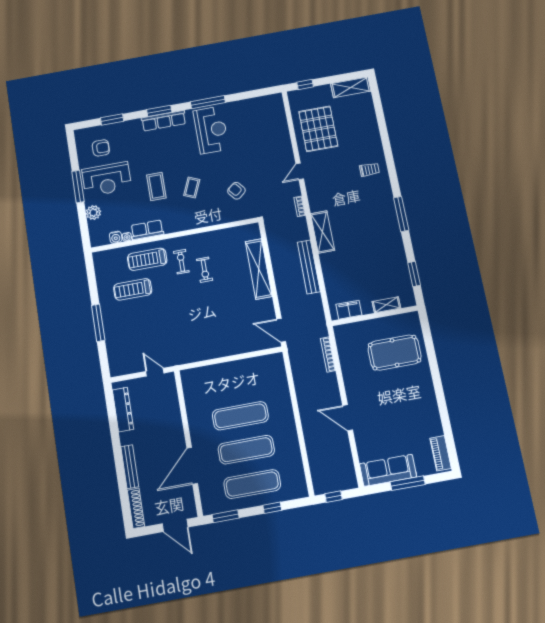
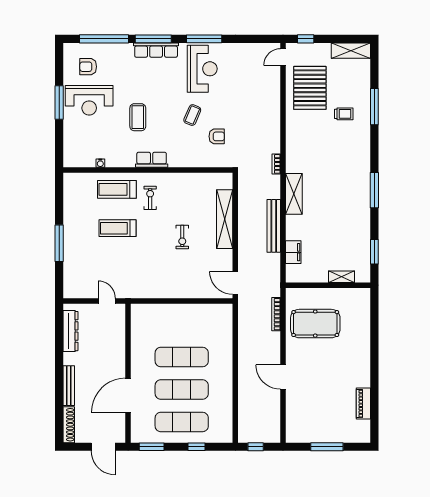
window: (159, 111) -> (153, 39), width x1.44
window: (112, 119) -> (104, 39), width x2.11
window: (384, 135) -> (374, 107), added
armchair: (101, 148) -> (88, 67), turned 180
trolley: (369, 170) -> (344, 114), moved
door: (300, 171) -> (283, 57), moved
coffee table: (192, 188) -> (192, 115), moved
armchair: (236, 191) -> (217, 136), turned 129
plant: (93, 213) -> (71, 132), removed
row of seats: (147, 230) -> (152, 160), moved
water cooler: (116, 237) -> (89, 161), removed
exercise bike: (204, 270) -> (182, 237), moved
treadmill: (133, 289) -> (117, 228), moved
filing cabinet: (349, 310) -> (293, 252), moved, turned 90
pool table: (395, 353) -> (315, 324), moved
piano: (441, 453) -> (363, 404), moved
sofa: (388, 470) -> (311, 432), removed

